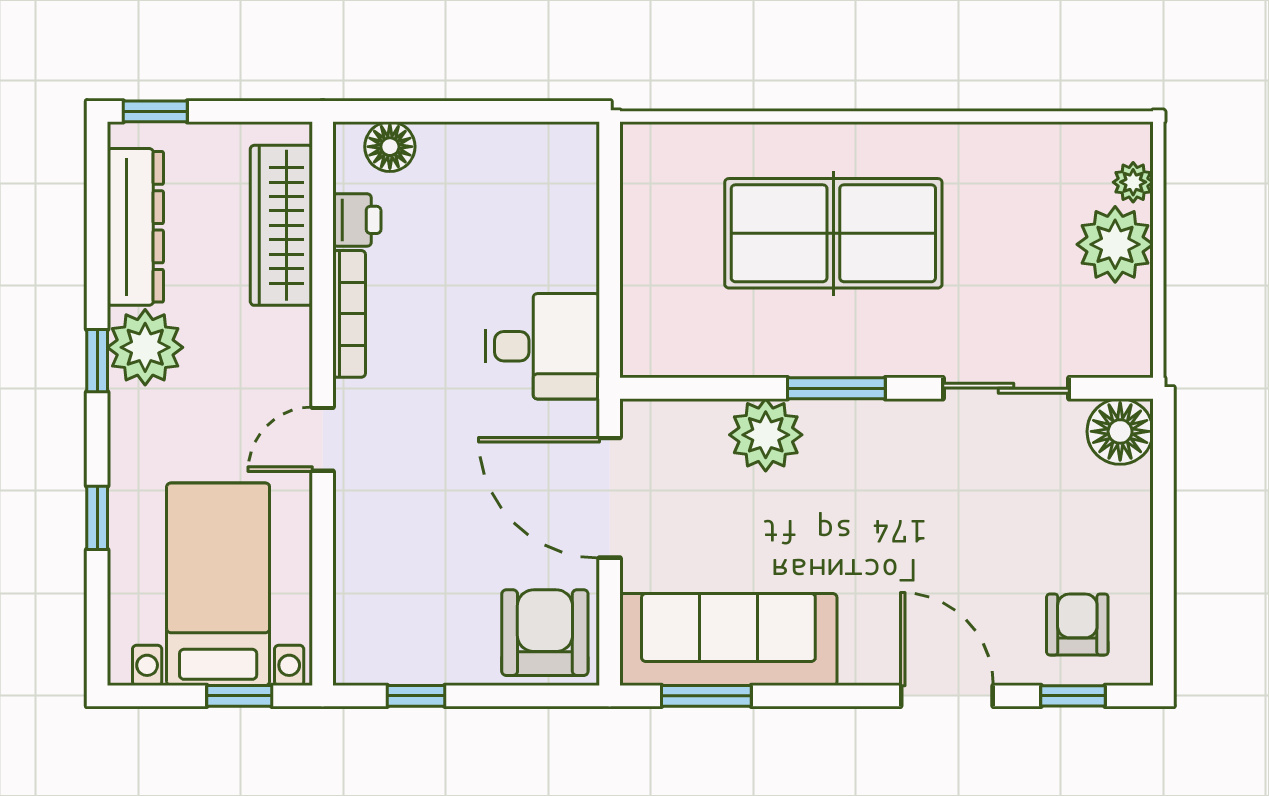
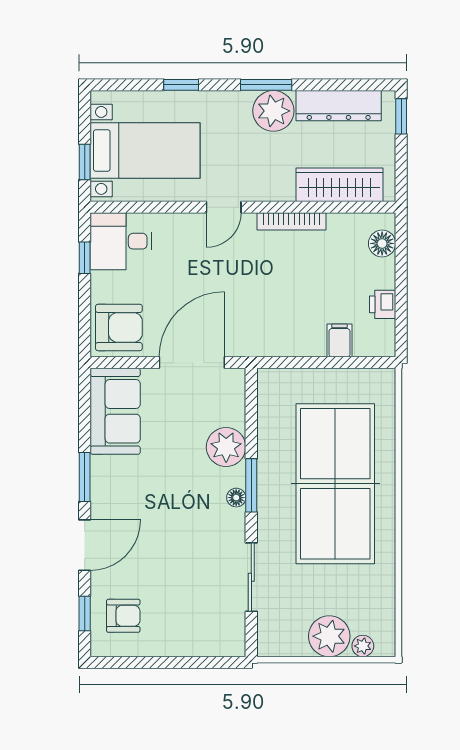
printer: (357, 220) -> (383, 304), moved, turned 90
filing cabinet: (569, 225) -> (339, 340), added
table tennis table: (833, 233) -> (335, 484), width x1.36, depth x1.32
desk: (543, 346) -> (121, 241), moved, turned 90
window: (97, 361) -> (266, 85), width x1.50
floor lamp: (1120, 431) -> (236, 498), moved, width x0.53, depth x0.53
door: (323, 439) -> (224, 207), swing flipped
sofa: (728, 639) -> (115, 411), width x0.73
window: (706, 696) -> (85, 477), moved

